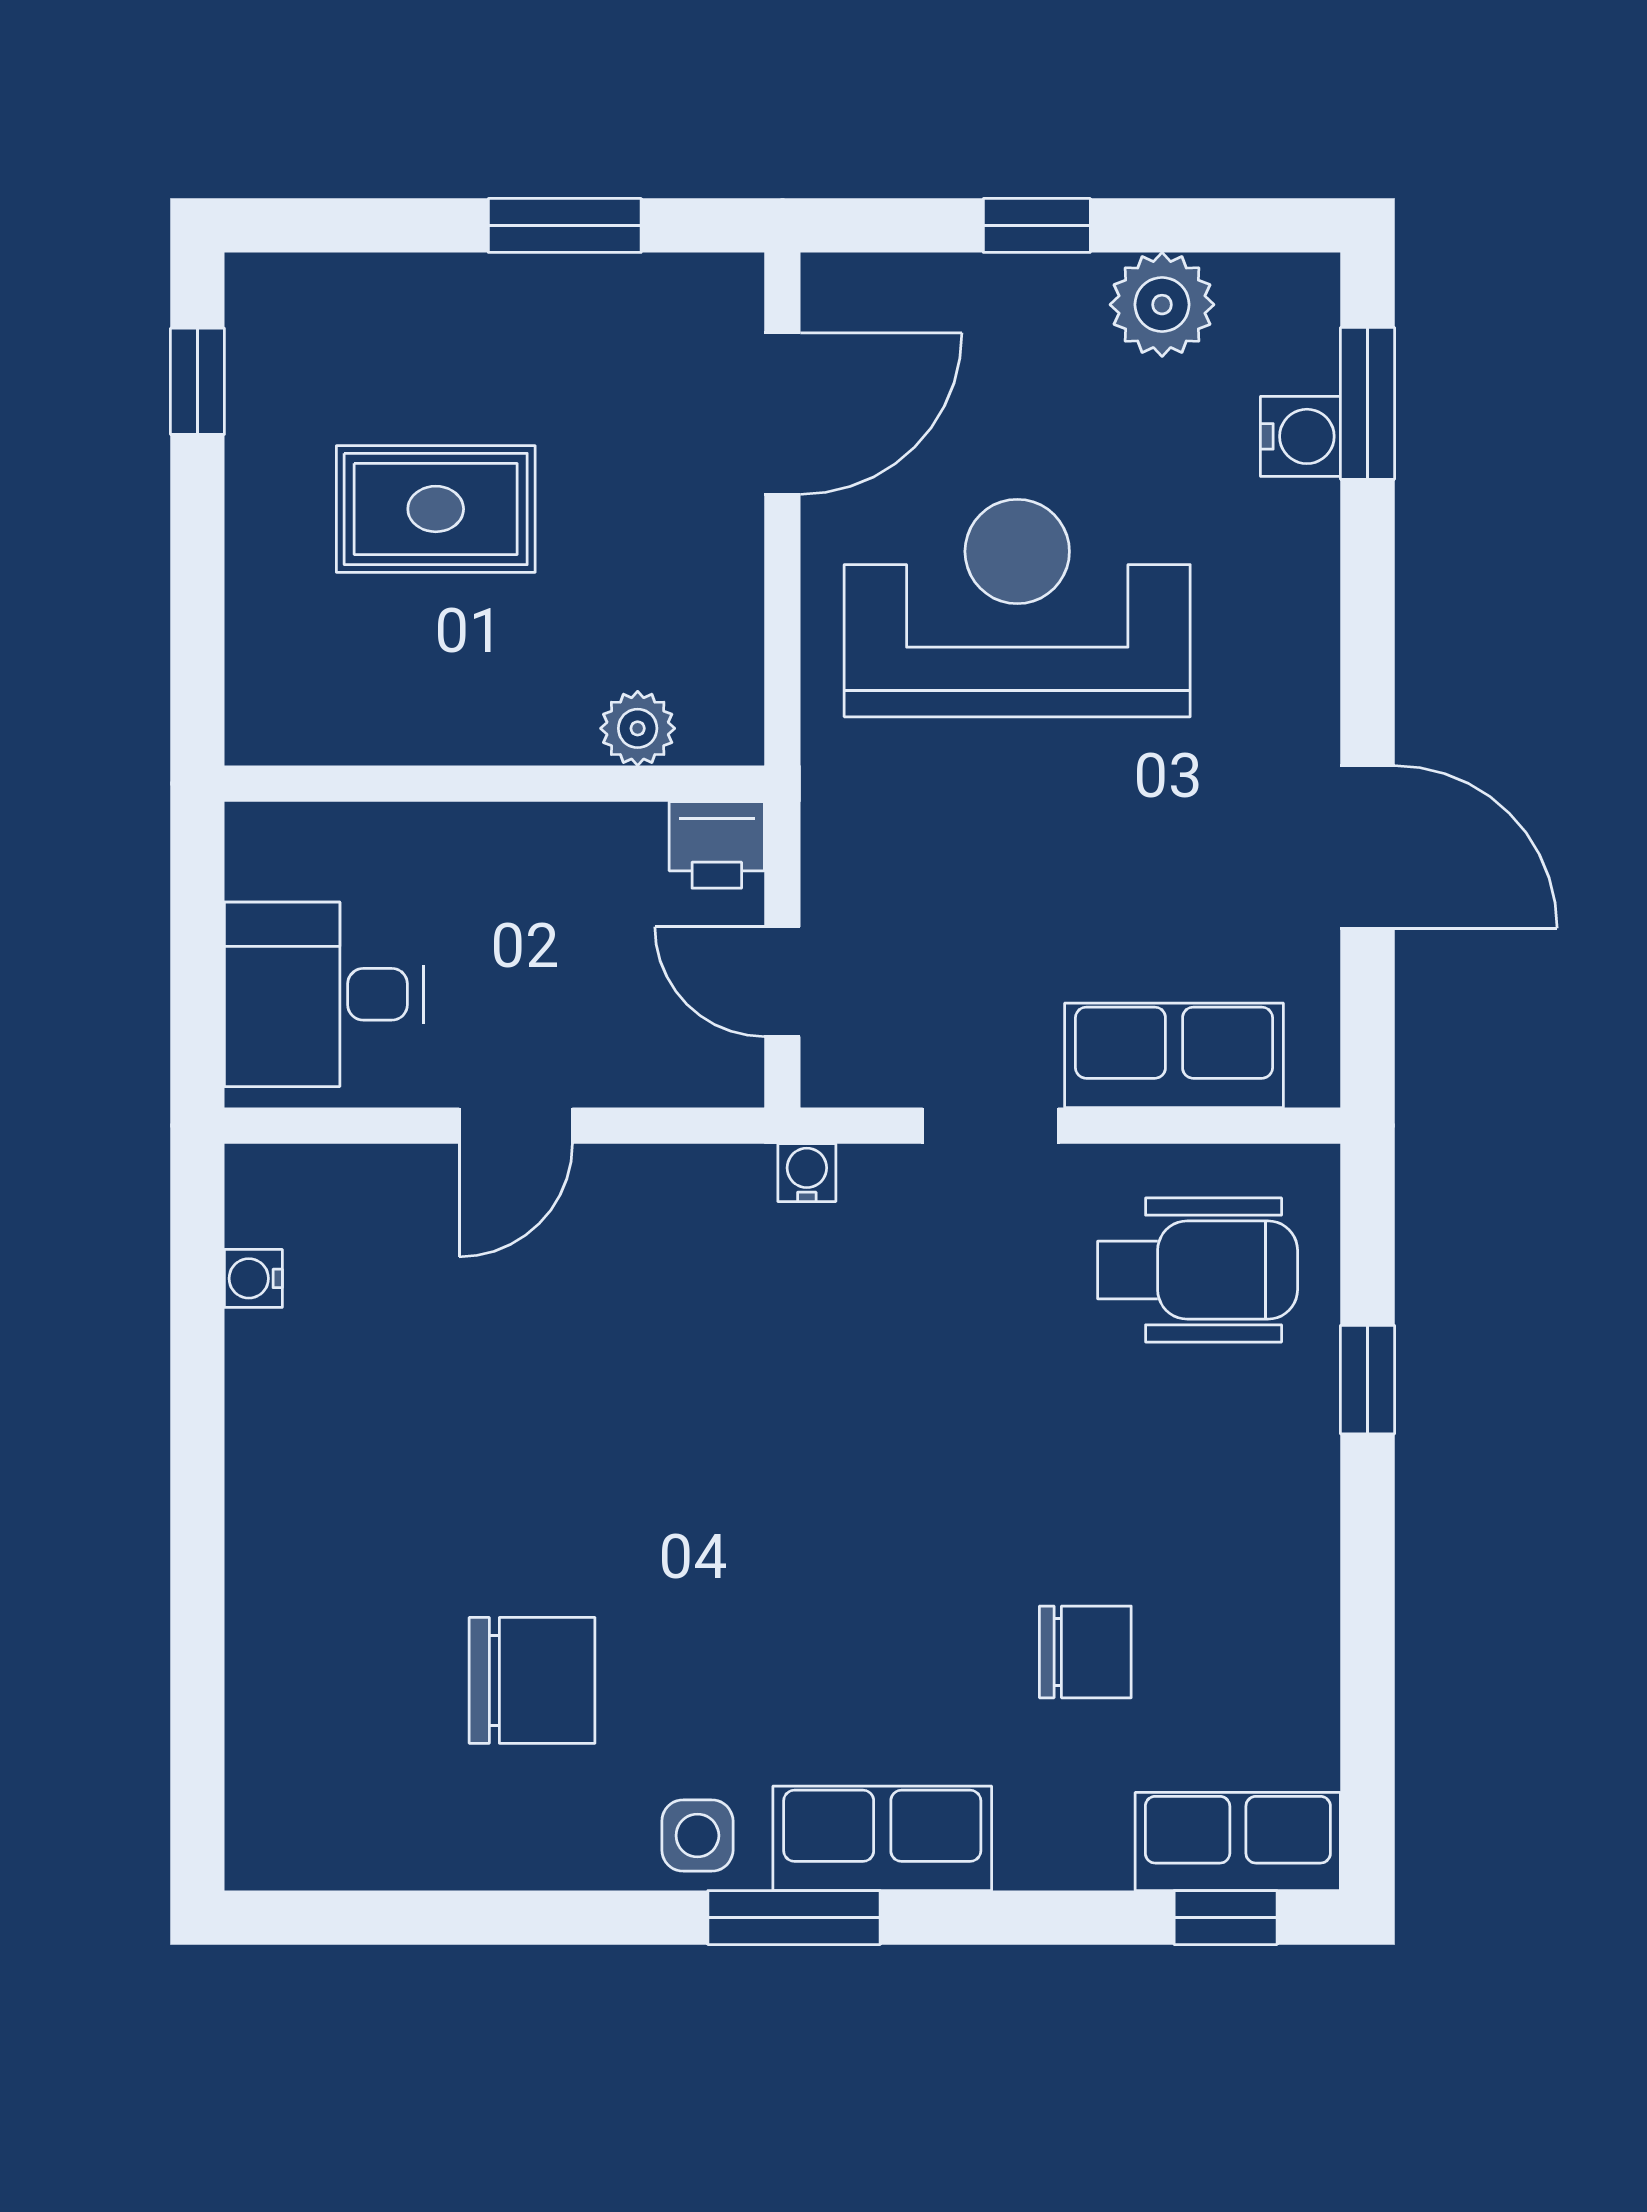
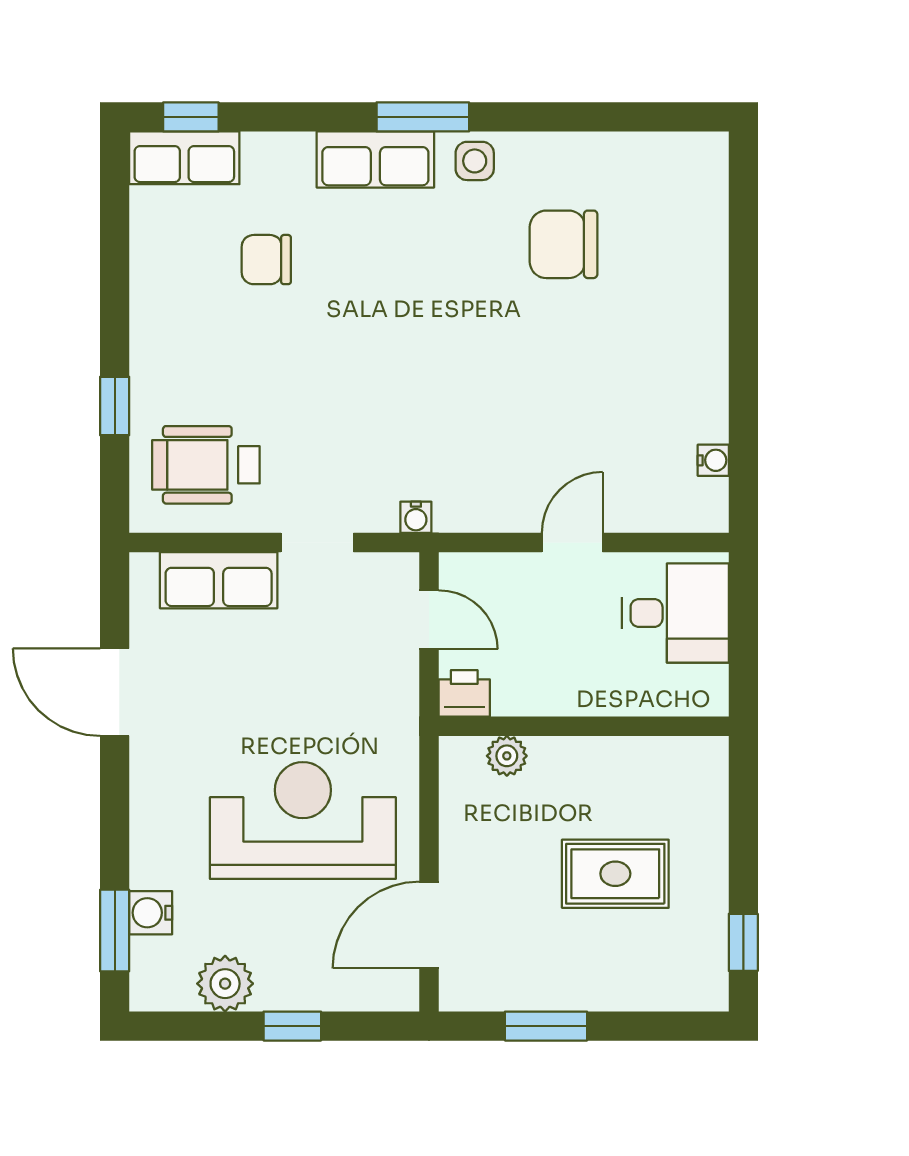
reception desk: (1017, 608) -> (303, 821), turned 180

